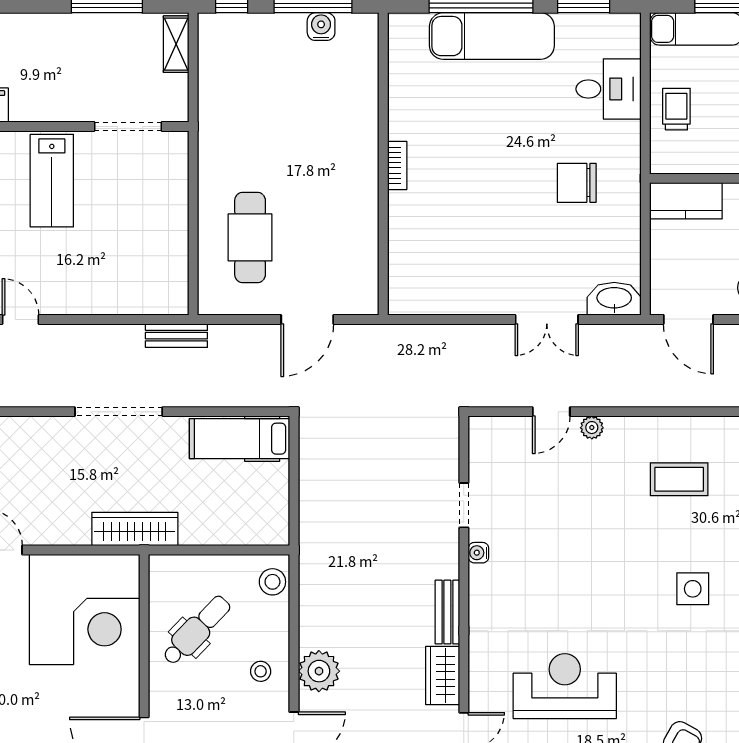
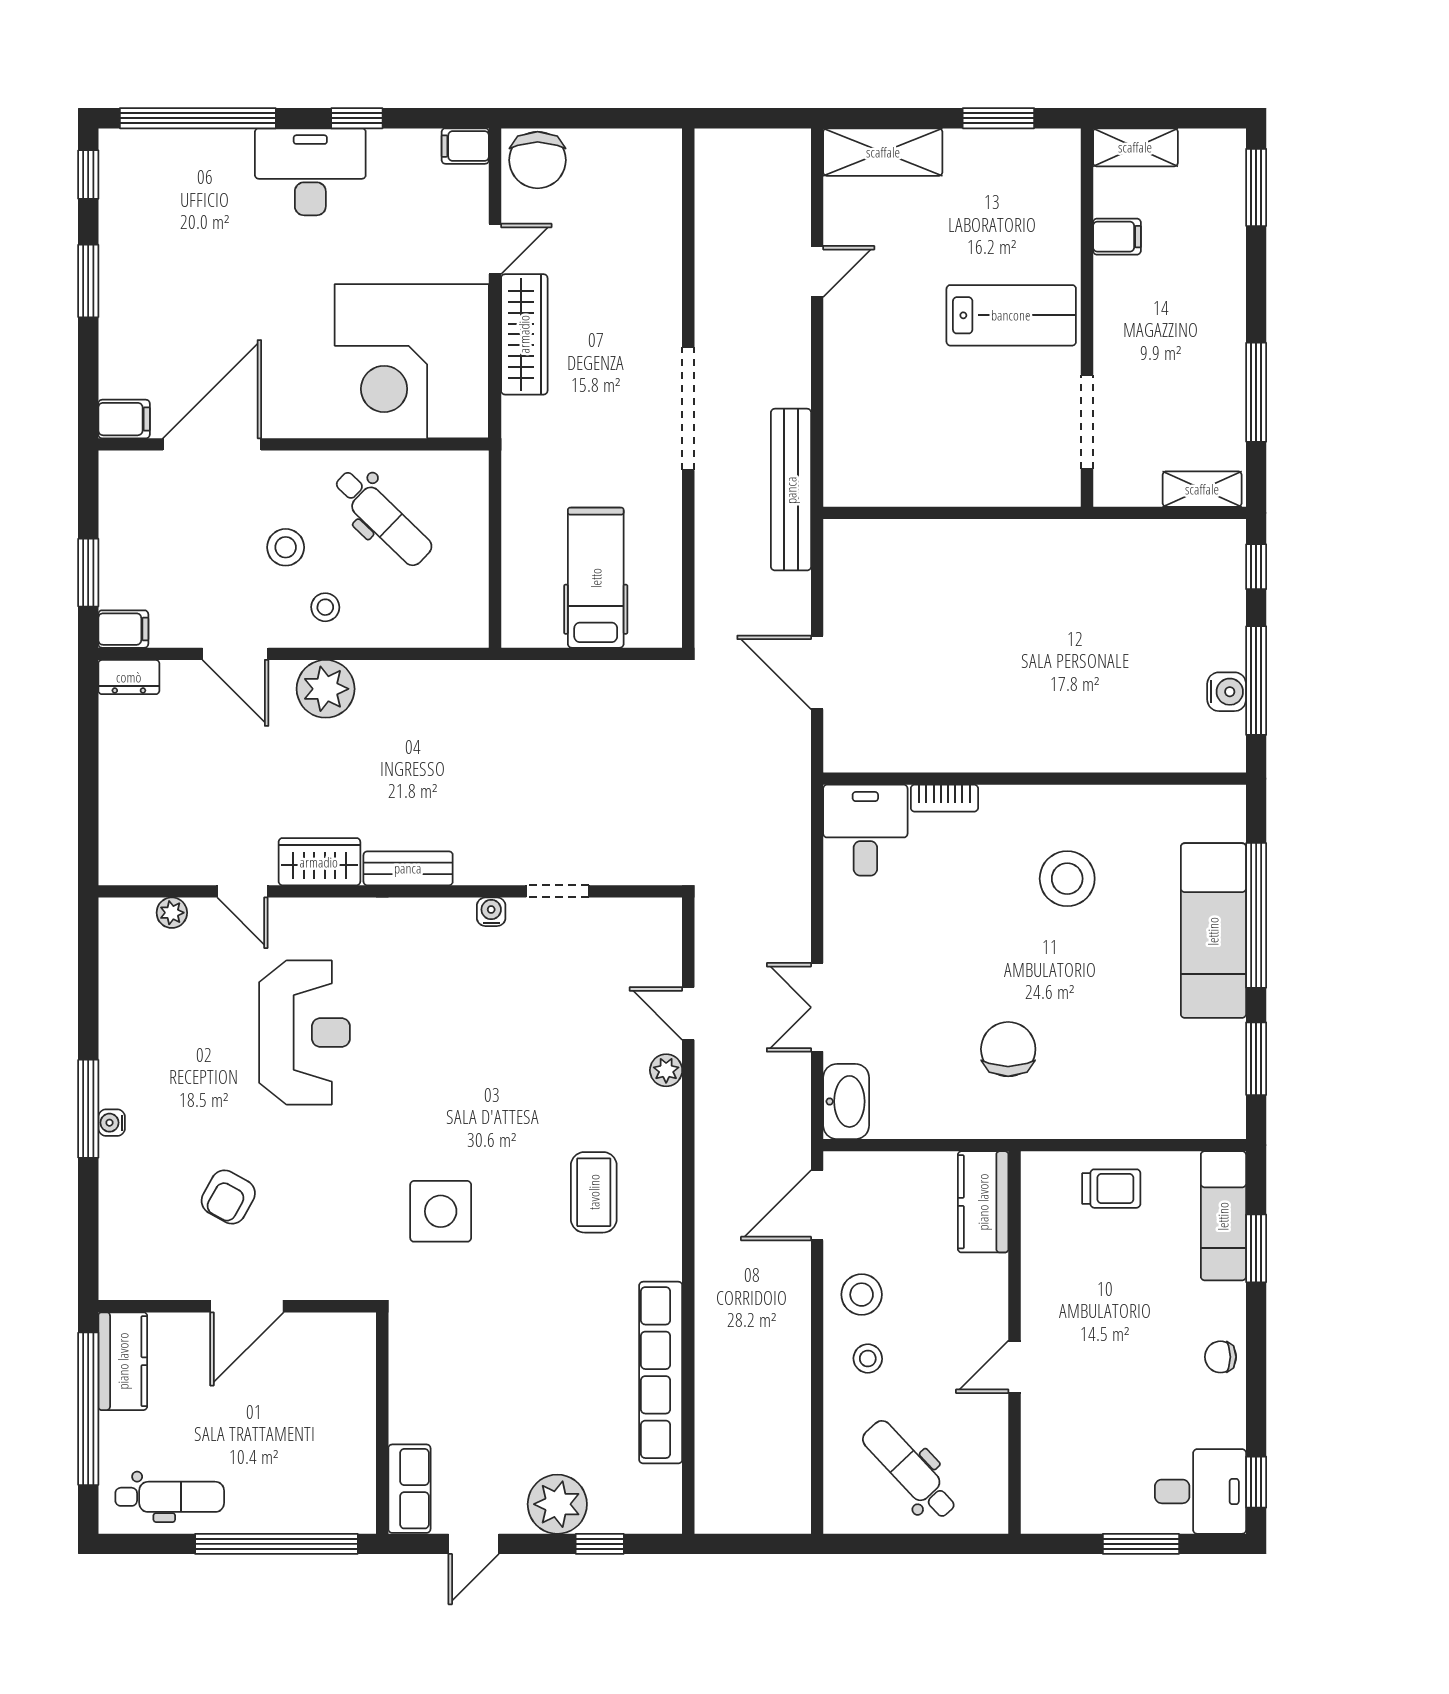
desk: (609, 89) -> (865, 830), moved, turned 180
stool: (455, 141) -> (1067, 879), added
bookcase: (397, 165) -> (944, 798), moved
lab bench: (52, 181) -> (1011, 315), turned 180
cafe table: (250, 237) -> (932, 592), removed
bench: (176, 336) -> (791, 490), width x1.86, depth x1.21
hospital bed: (239, 439) -> (596, 578), moved
wardrobe: (135, 529) -> (524, 334), moved
stool: (272, 582) -> (286, 547), moved
side table: (693, 589) -> (441, 1211), width x1.37, depth x1.37

